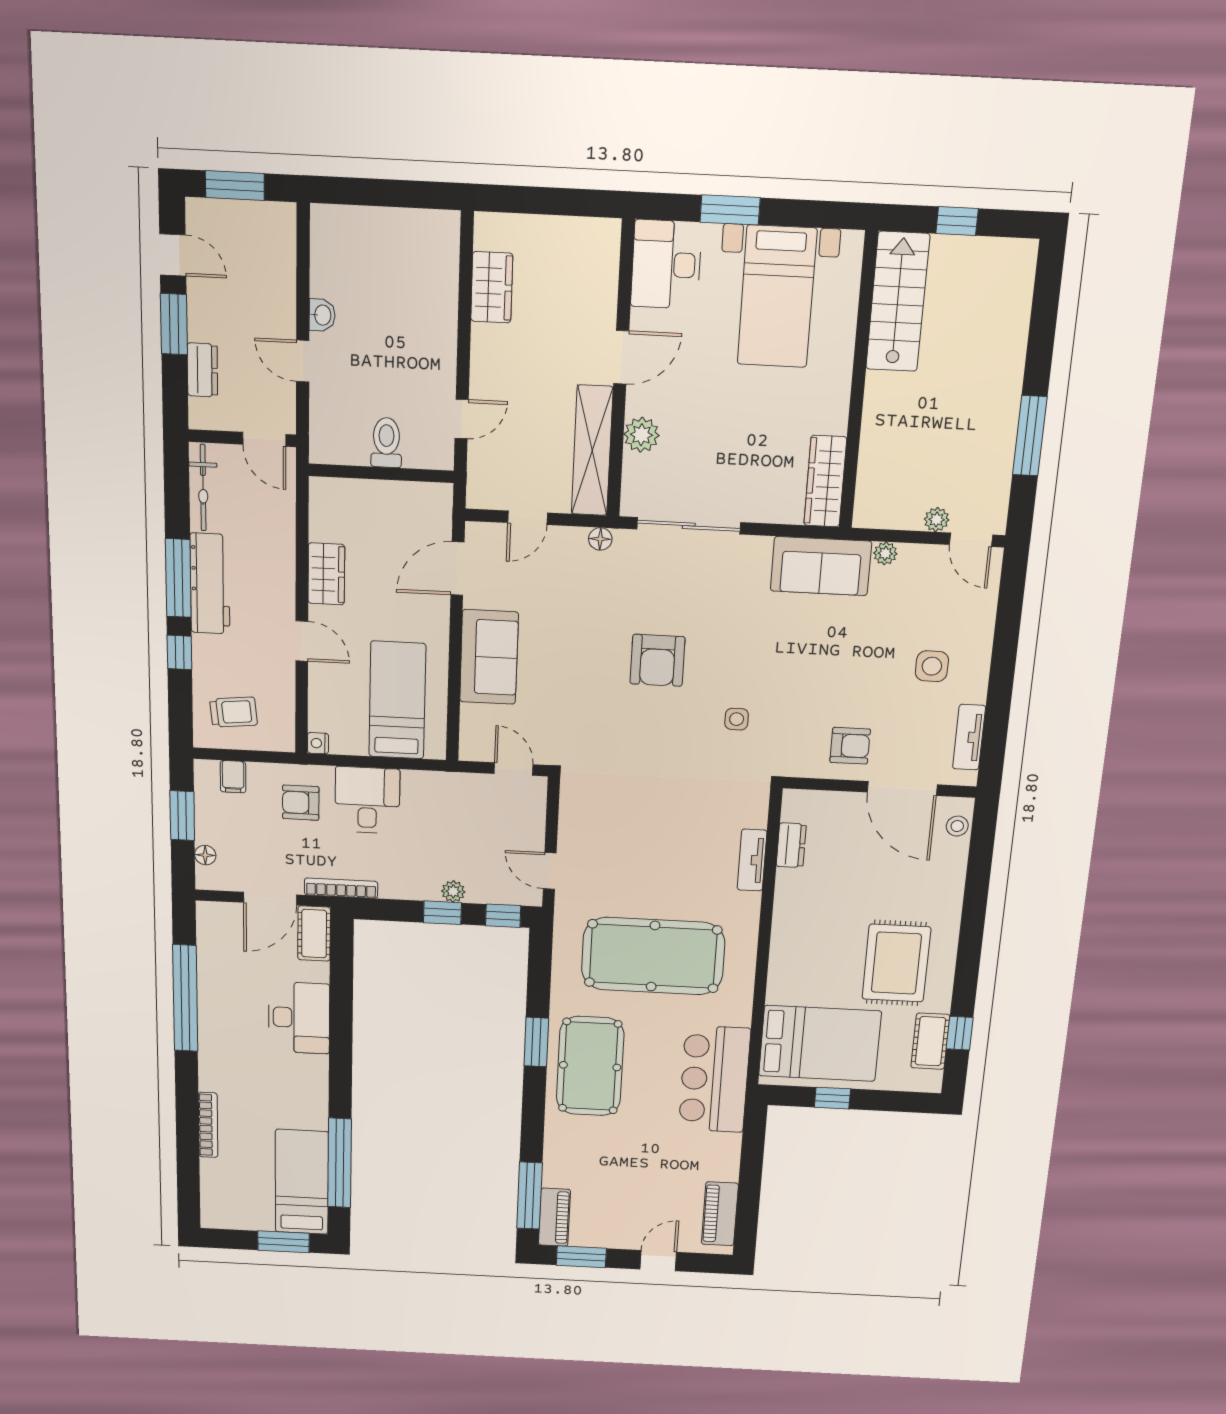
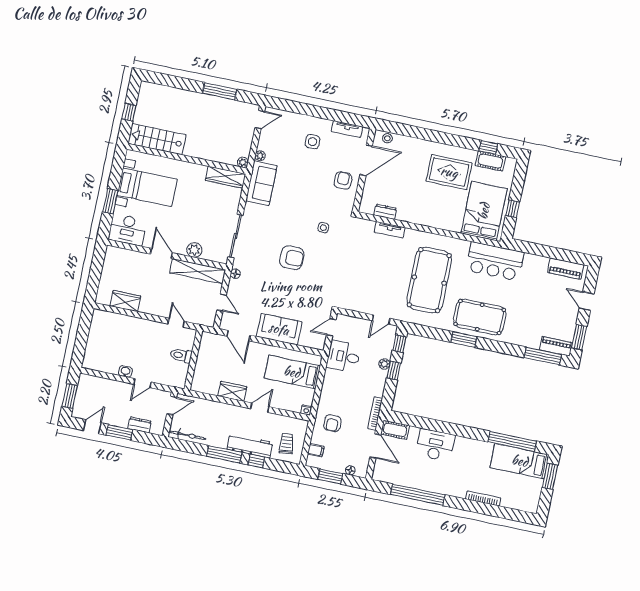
plant: (937, 520) -> (243, 162), moved
workbench: (210, 584) -> (250, 446), moved
desk: (367, 800) -> (343, 356), moved

